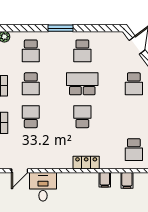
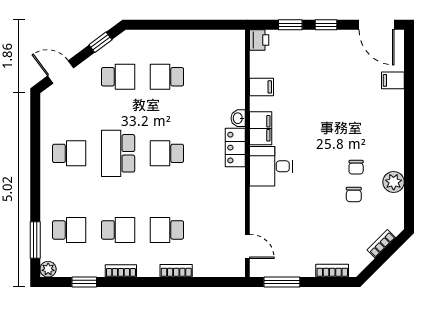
window: (60, 28) -> (35, 240), moved
school desk: (134, 150) -> (167, 77), moved, turned 180
washbasin: (106, 165) -> (238, 118), added
filing cabinet: (105, 180) -> (261, 128), width x2.00
desk: (43, 187) -> (271, 166), moved

